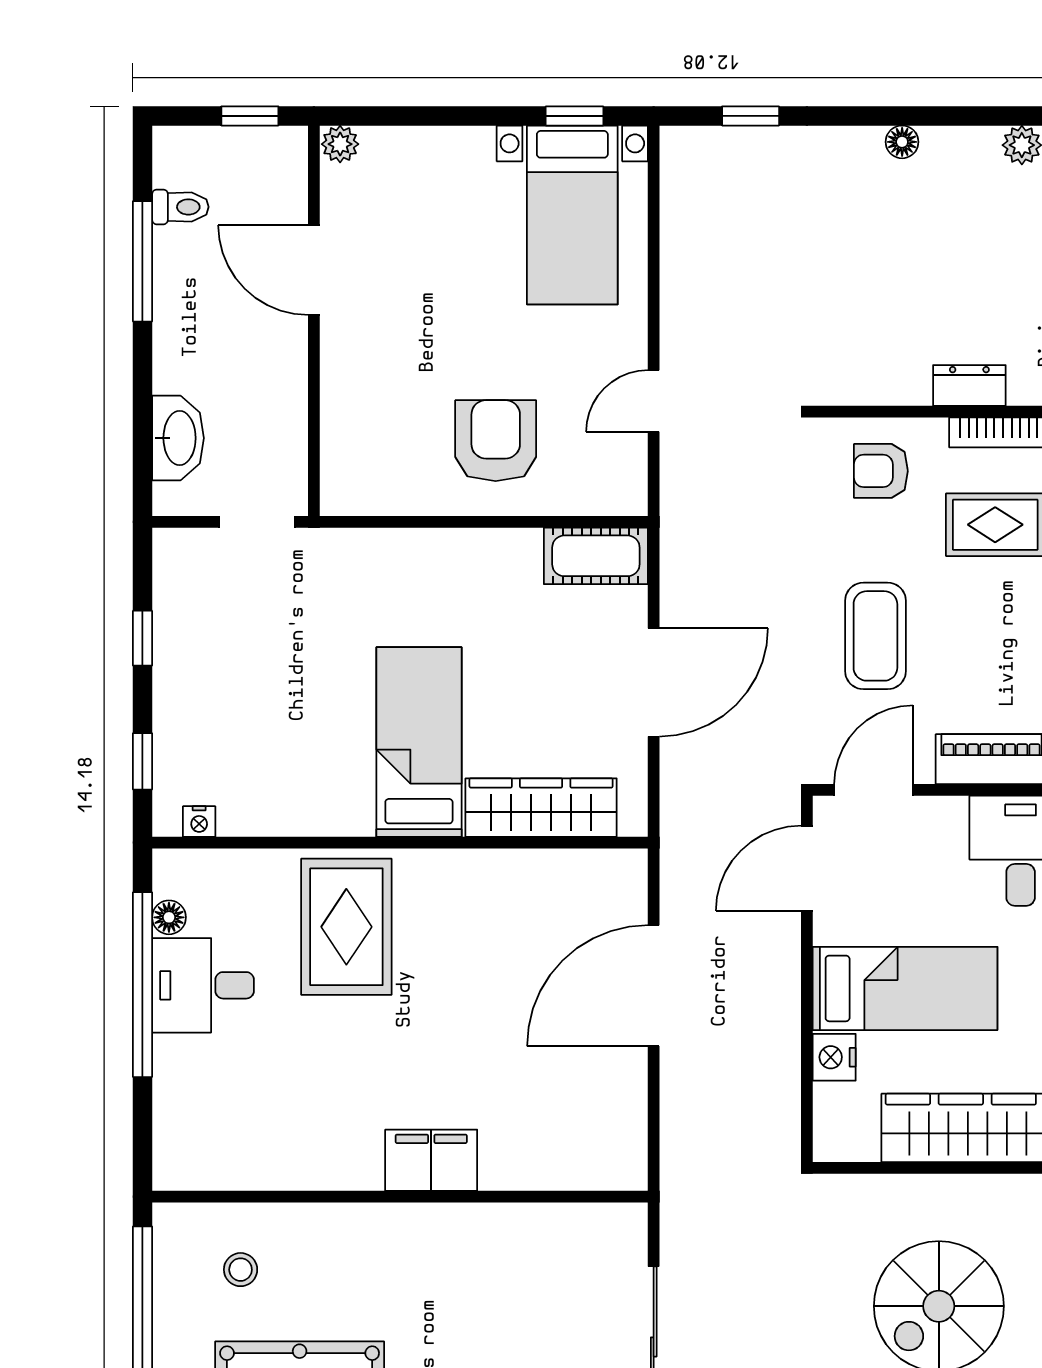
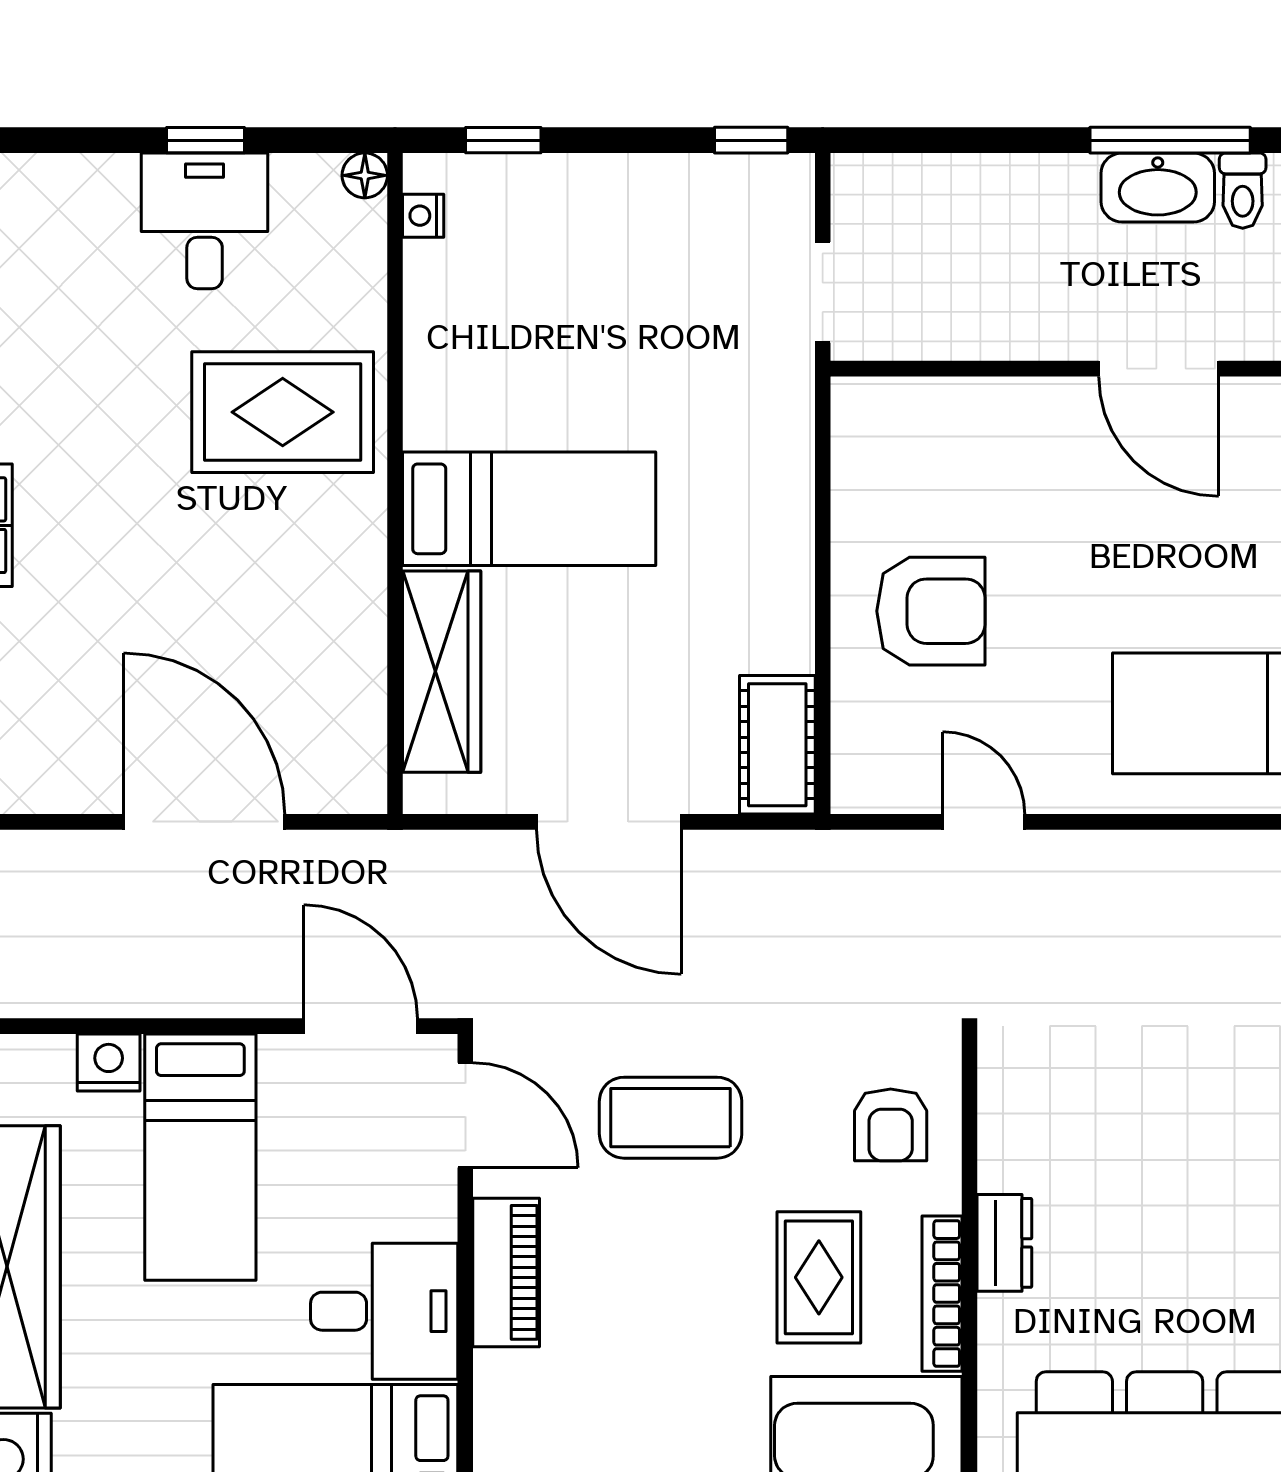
door: (314, 270) -> (1159, 369), swing flipped
washbasin: (178, 438) -> (1158, 187), moved
armchair: (881, 471) -> (891, 1125), turned 180
window: (142, 638) -> (751, 140), moved
floor lamp: (169, 917) -> (365, 175), moved
window: (142, 985) -> (205, 140), width x0.32

